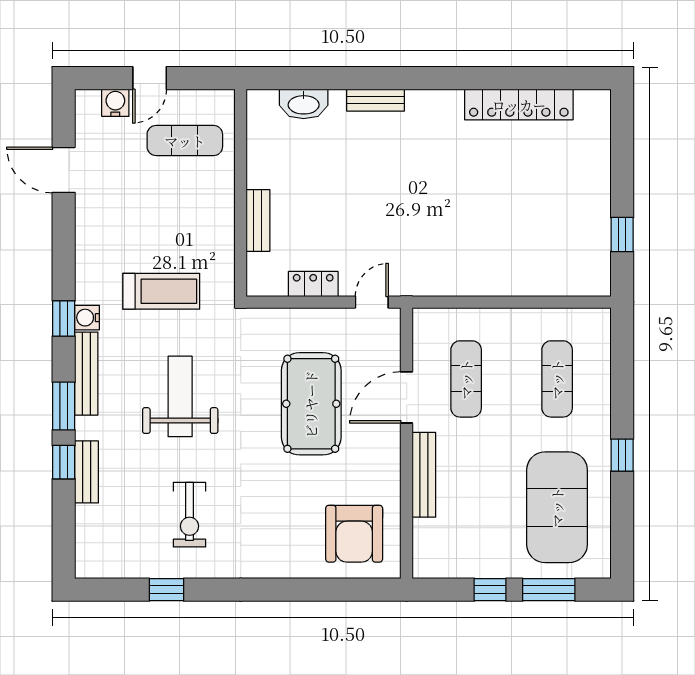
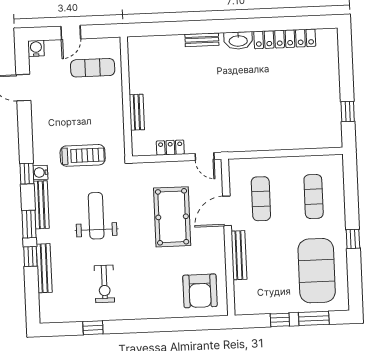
water cooler: (115, 103) -> (36, 48), moved
washbasin: (304, 104) -> (238, 40), moved
door: (372, 302) -> (205, 157), swing flipped
bench: (87, 472) -> (44, 268), width x1.36

